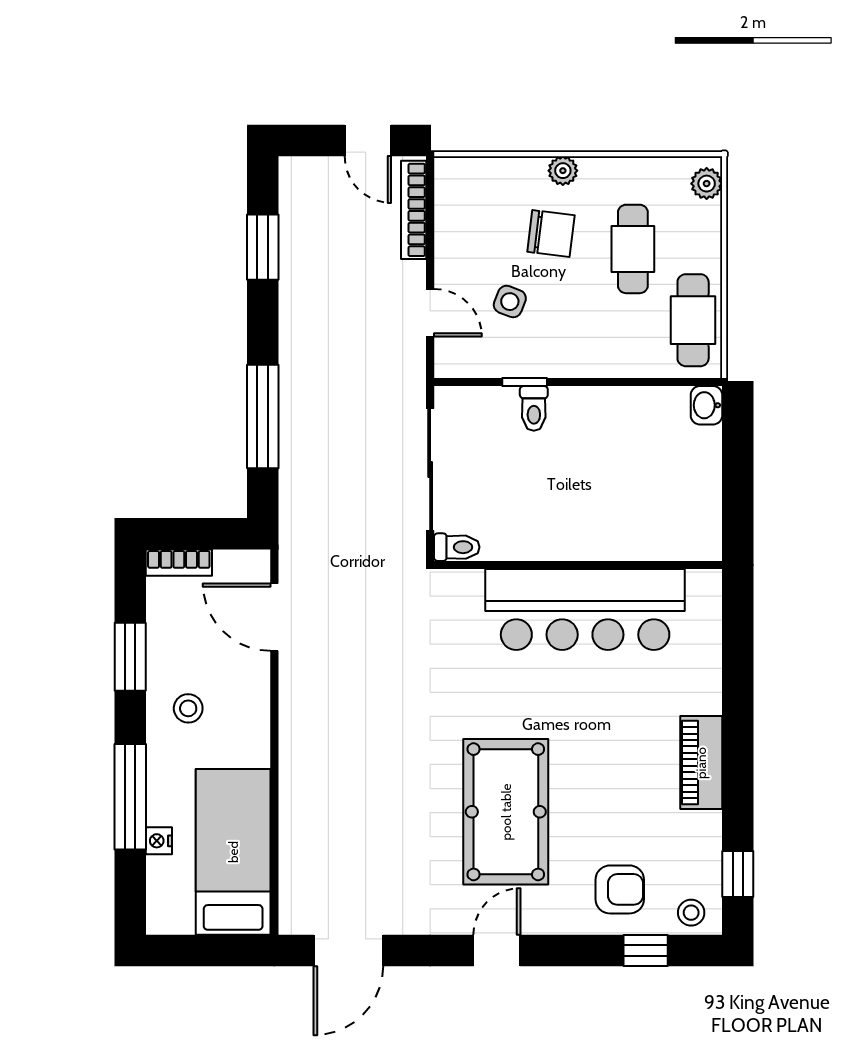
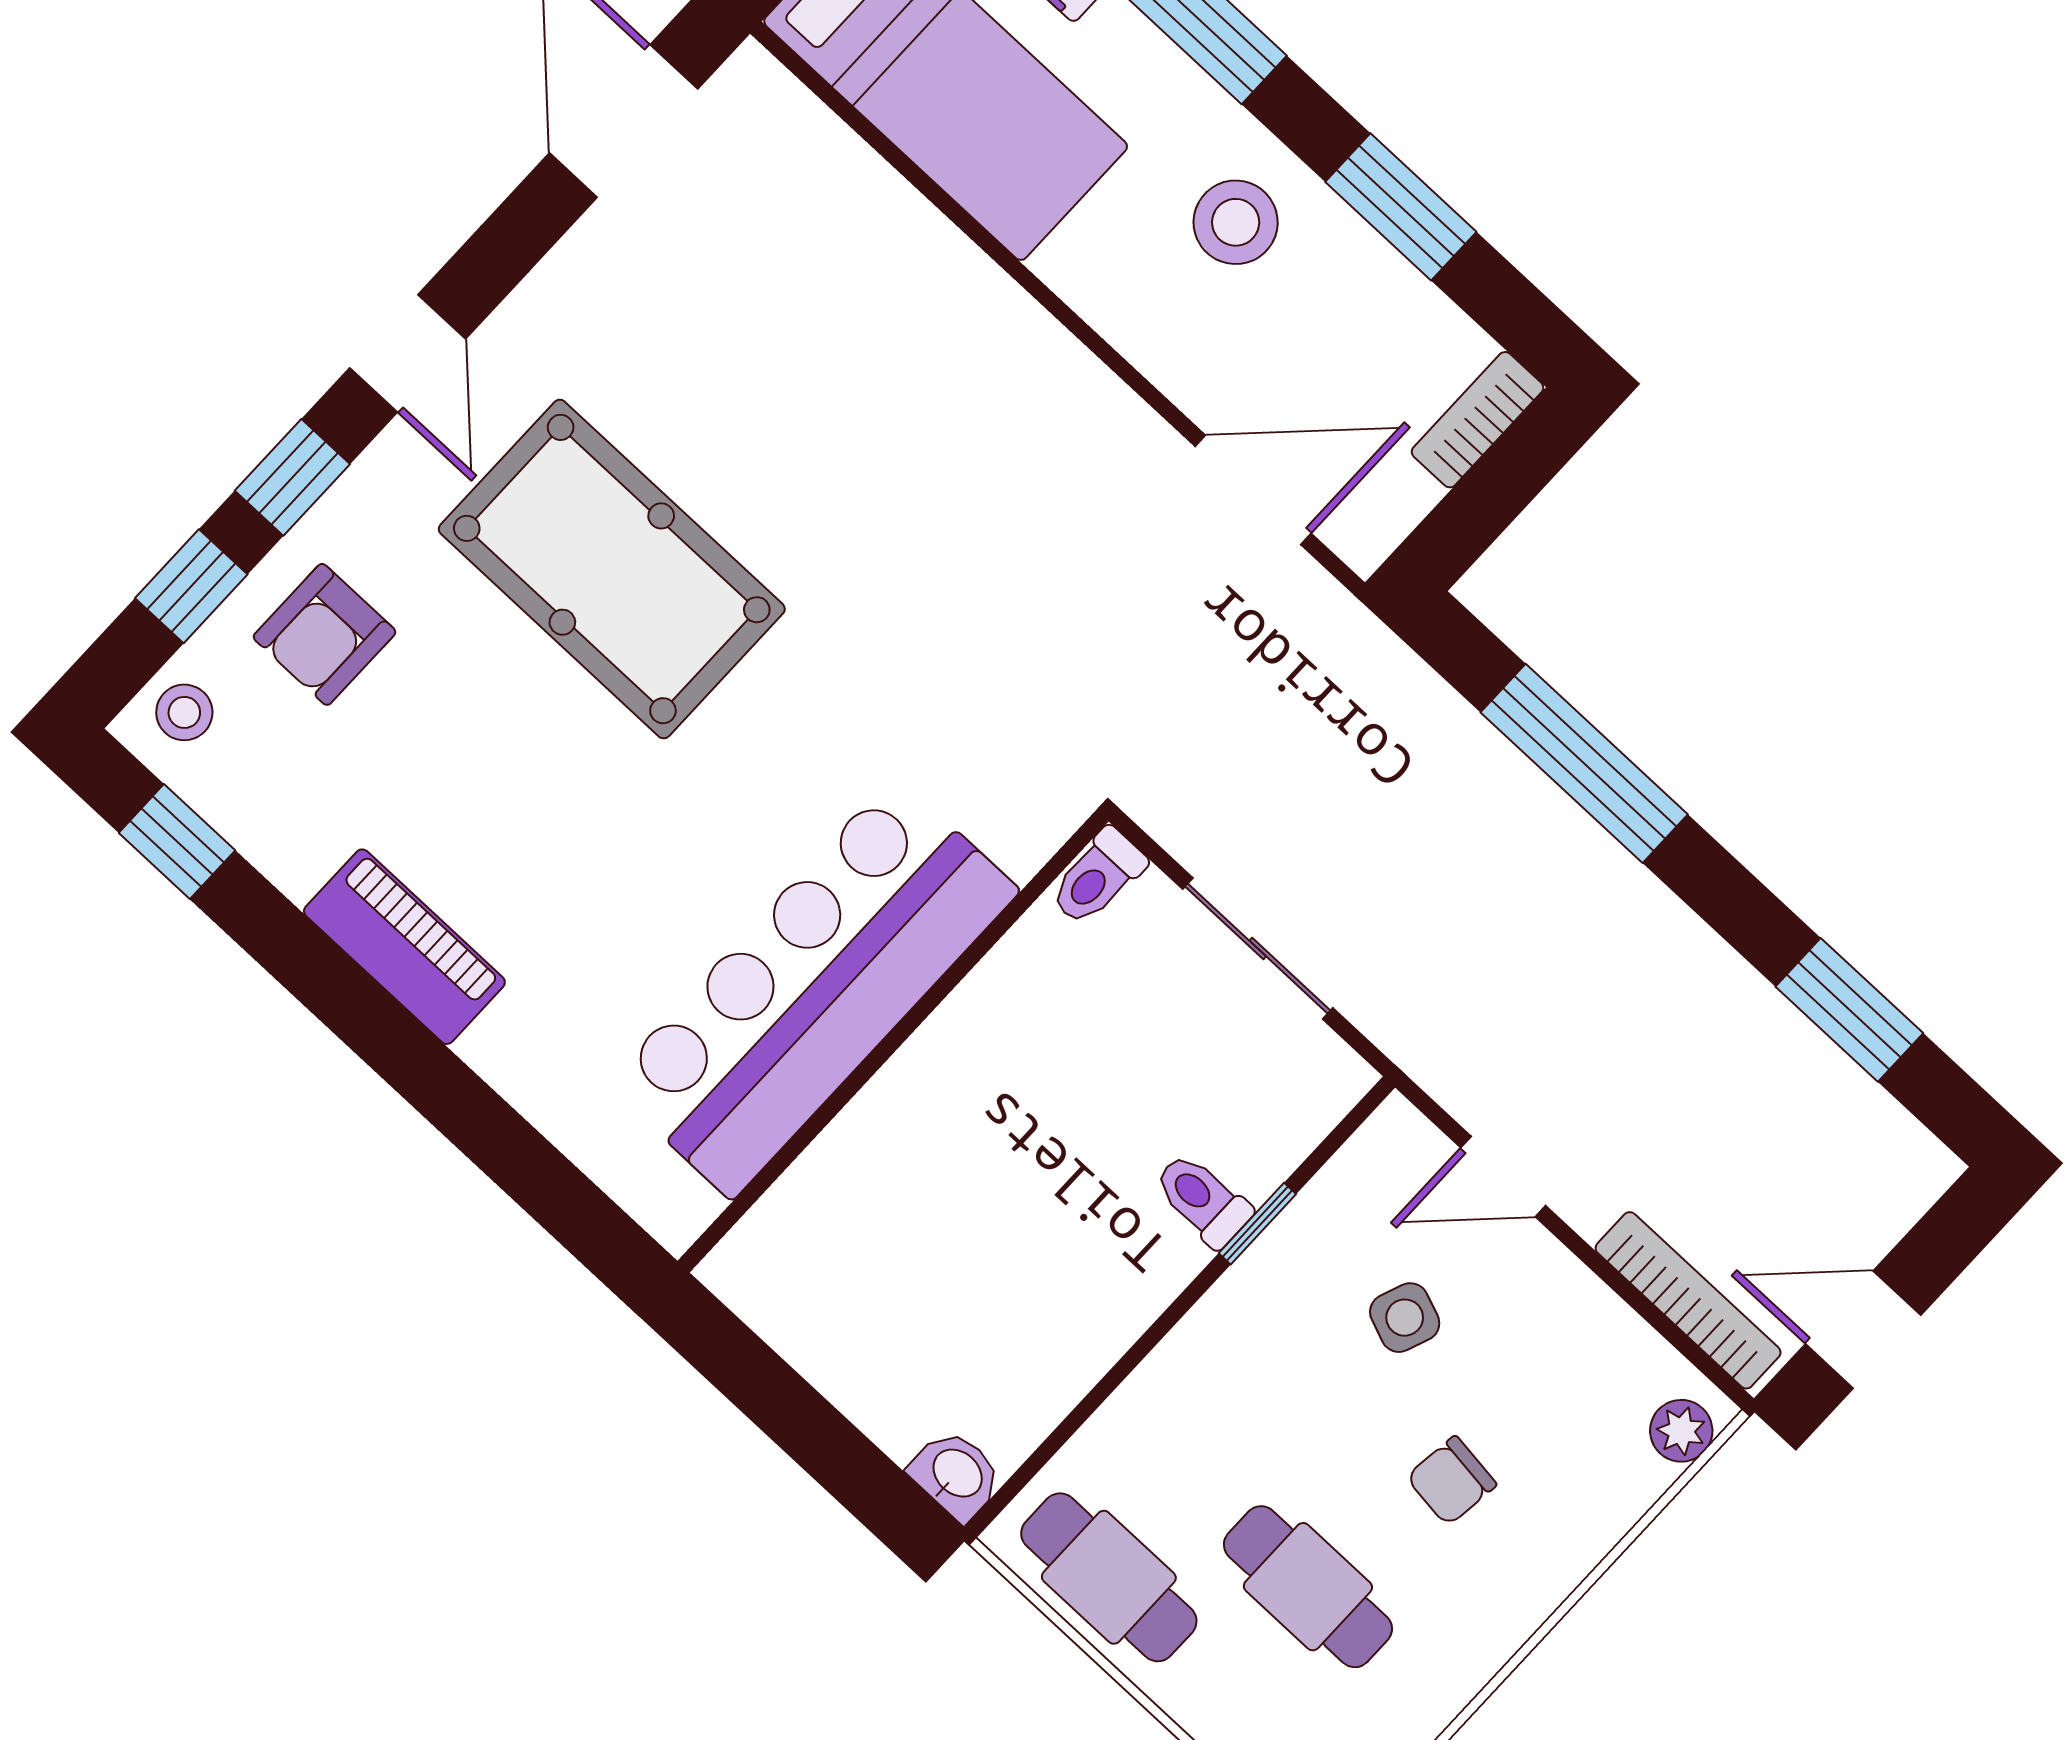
plant: (563, 171) -> (1681, 1431), moved
chair: (551, 234) -> (1451, 1481), width x0.73, depth x0.73
sliding door: (430, 469) -> (1258, 948), width x0.73
stool: (188, 708) -> (1236, 222), width x1.37, depth x1.37
window: (576, 950) -> (292, 477), added

